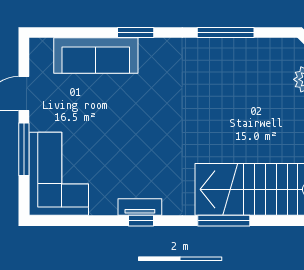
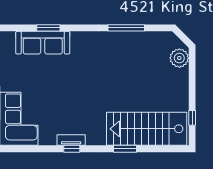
window: (136, 33) -> (48, 28), moved
window: (224, 221) -> (125, 149), width x0.69

